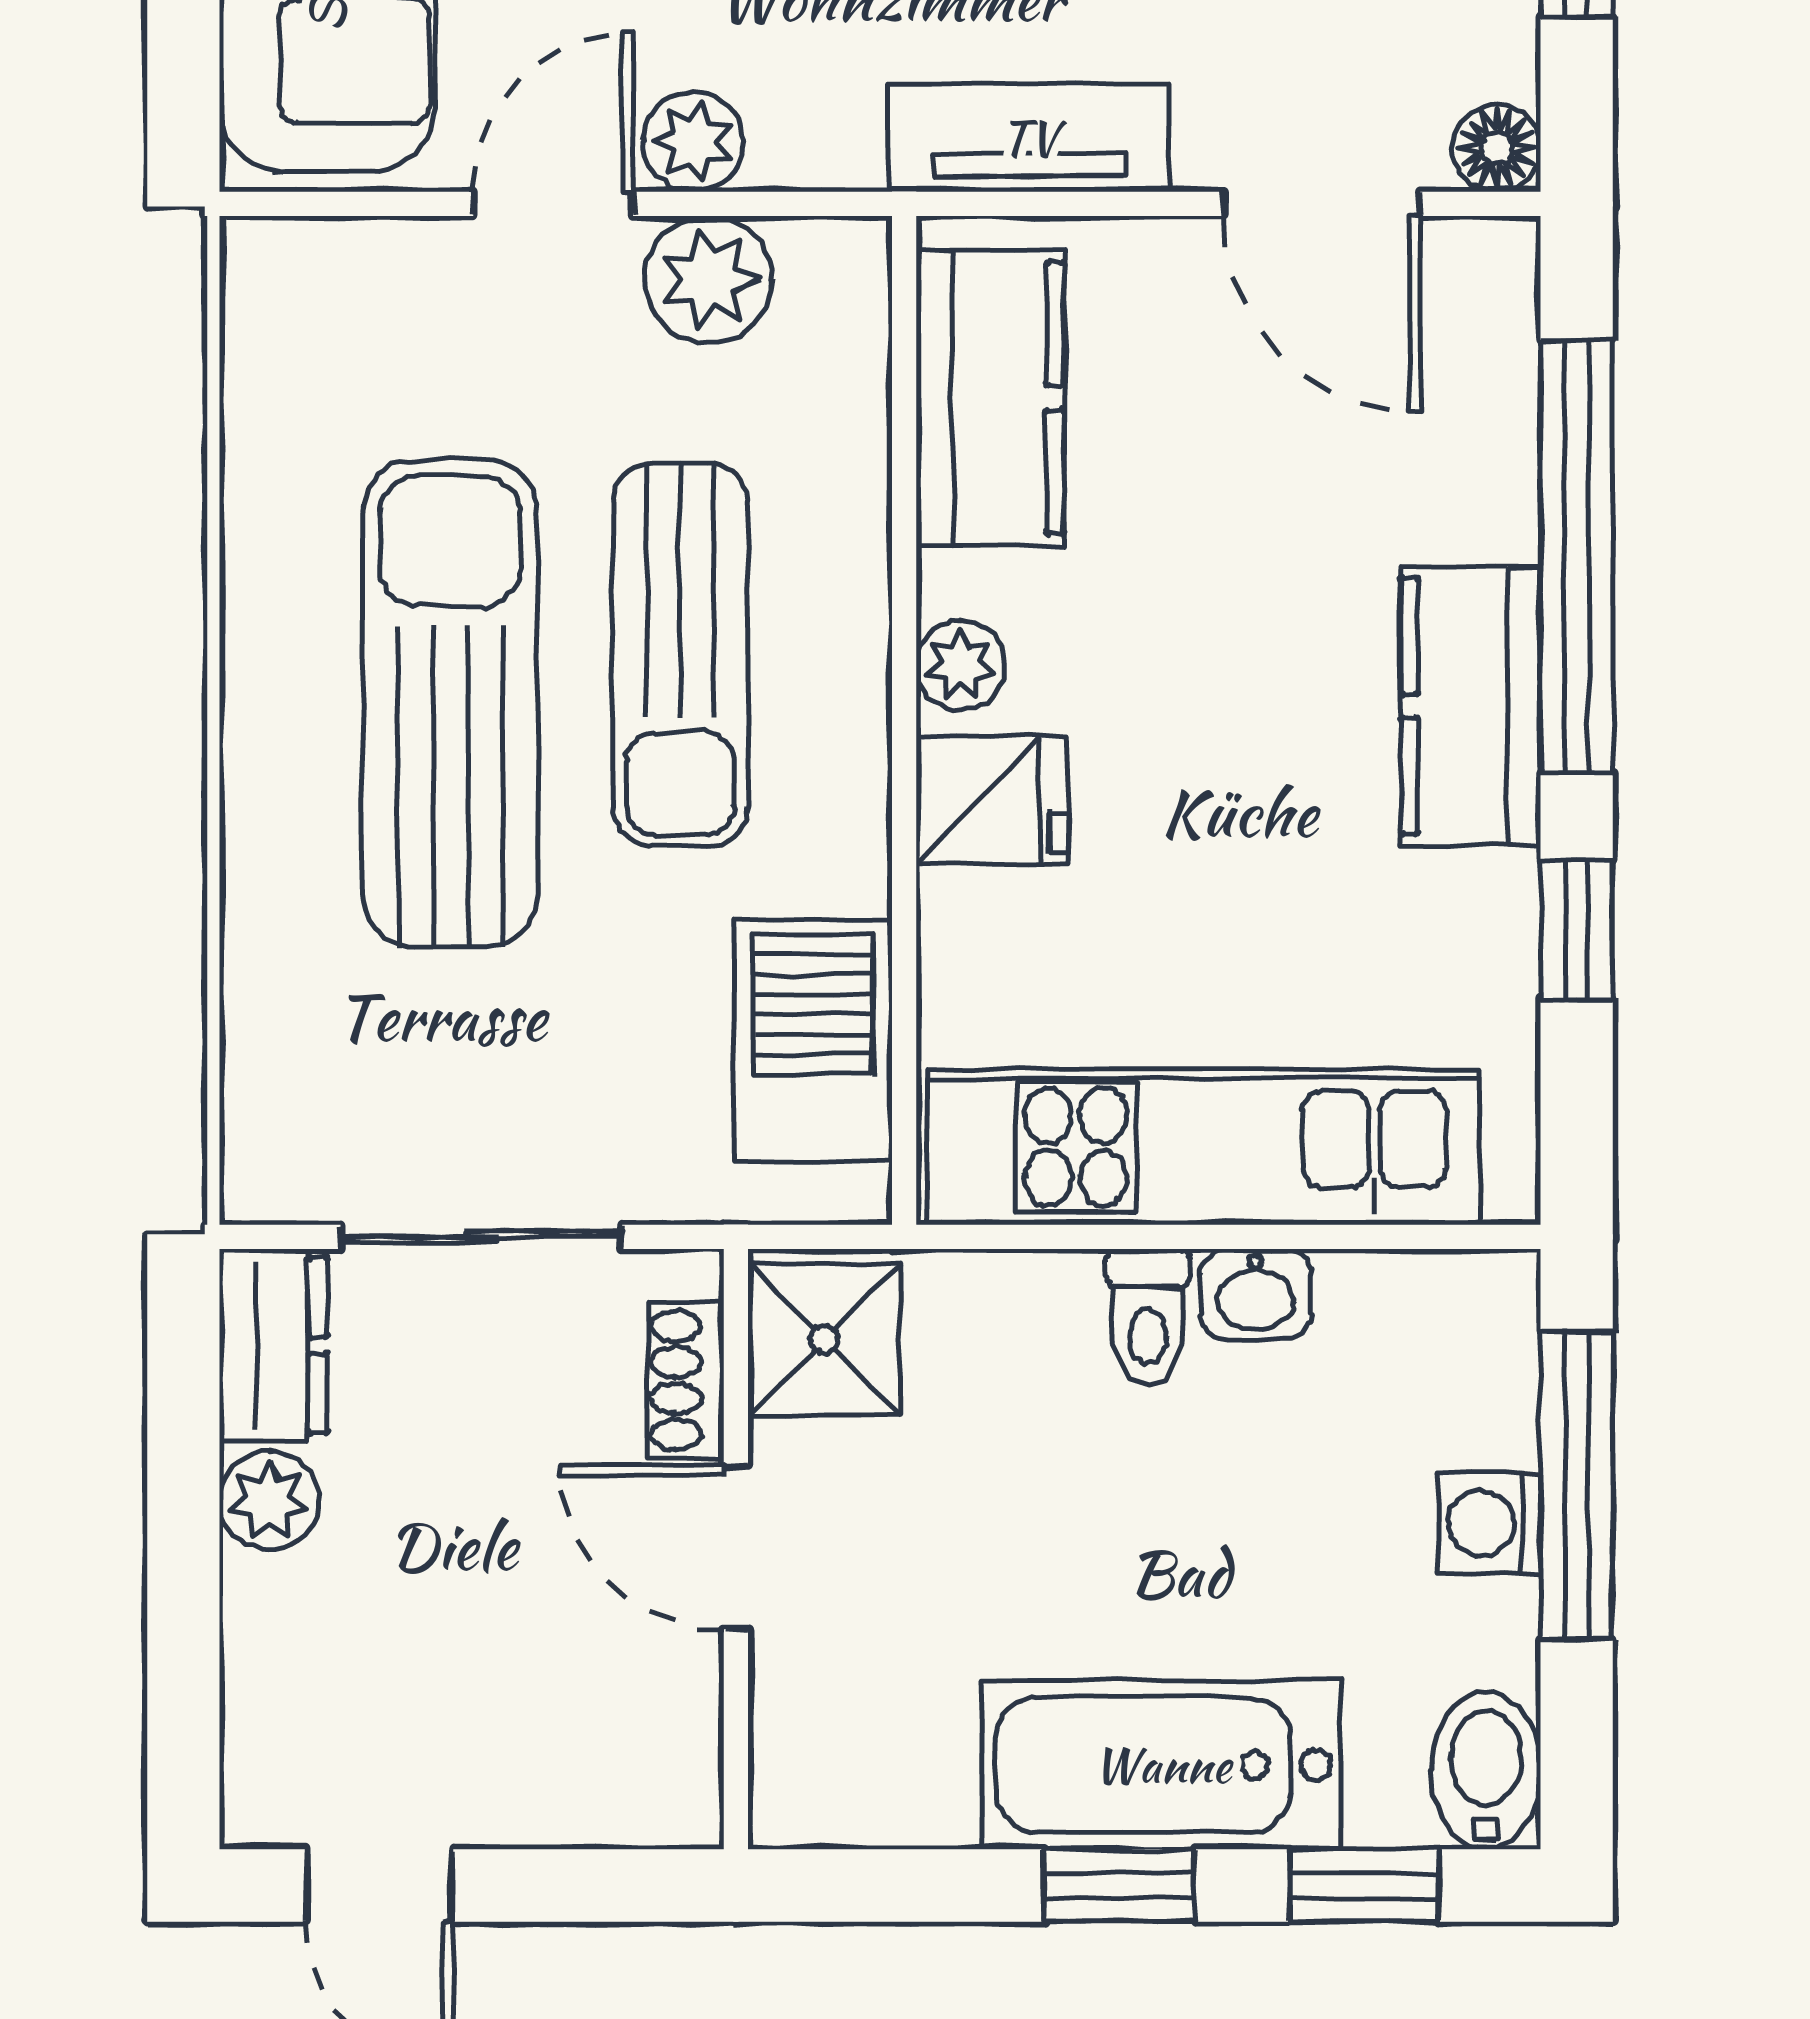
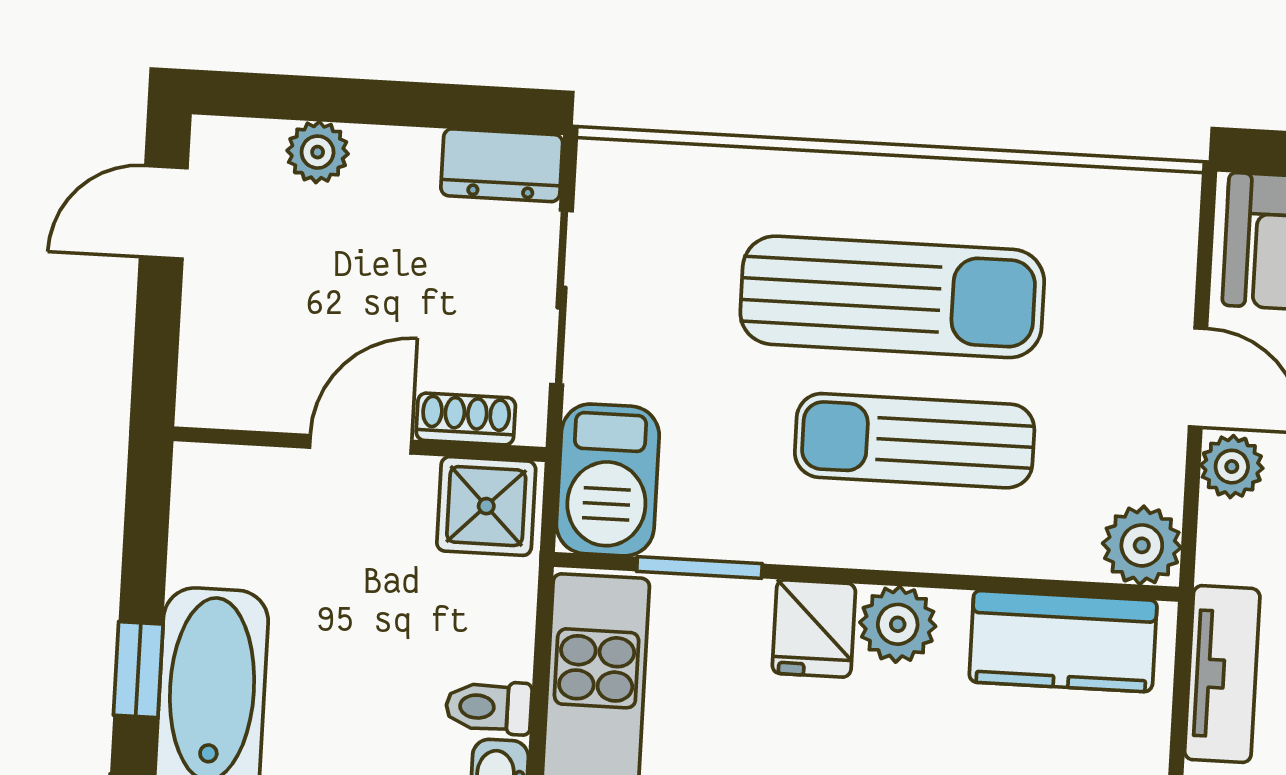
plant: (709, 279) -> (1142, 545), moved
plant: (961, 666) -> (898, 624), width x1.38, depth x1.38
window: (904, 990) -> (699, 568), added
barbecue: (813, 1041) -> (608, 480), moved, turned 90
plant: (269, 1500) -> (318, 152), moved

